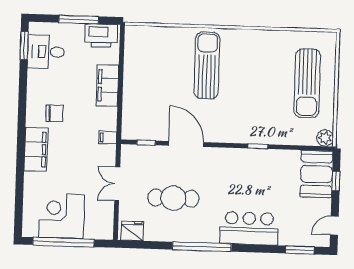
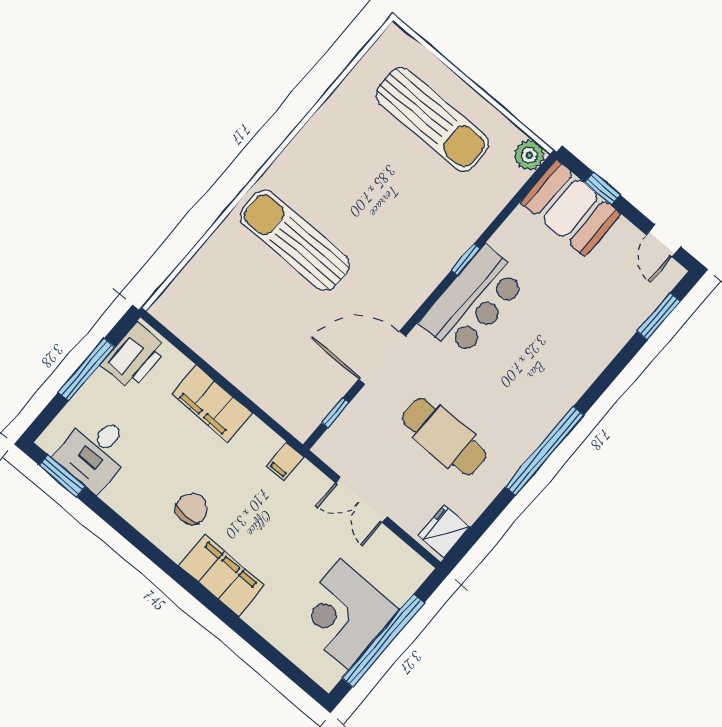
cafe table: (173, 198) -> (444, 436), turned 90
bar counter: (249, 228) -> (473, 302), moved, turned 180

